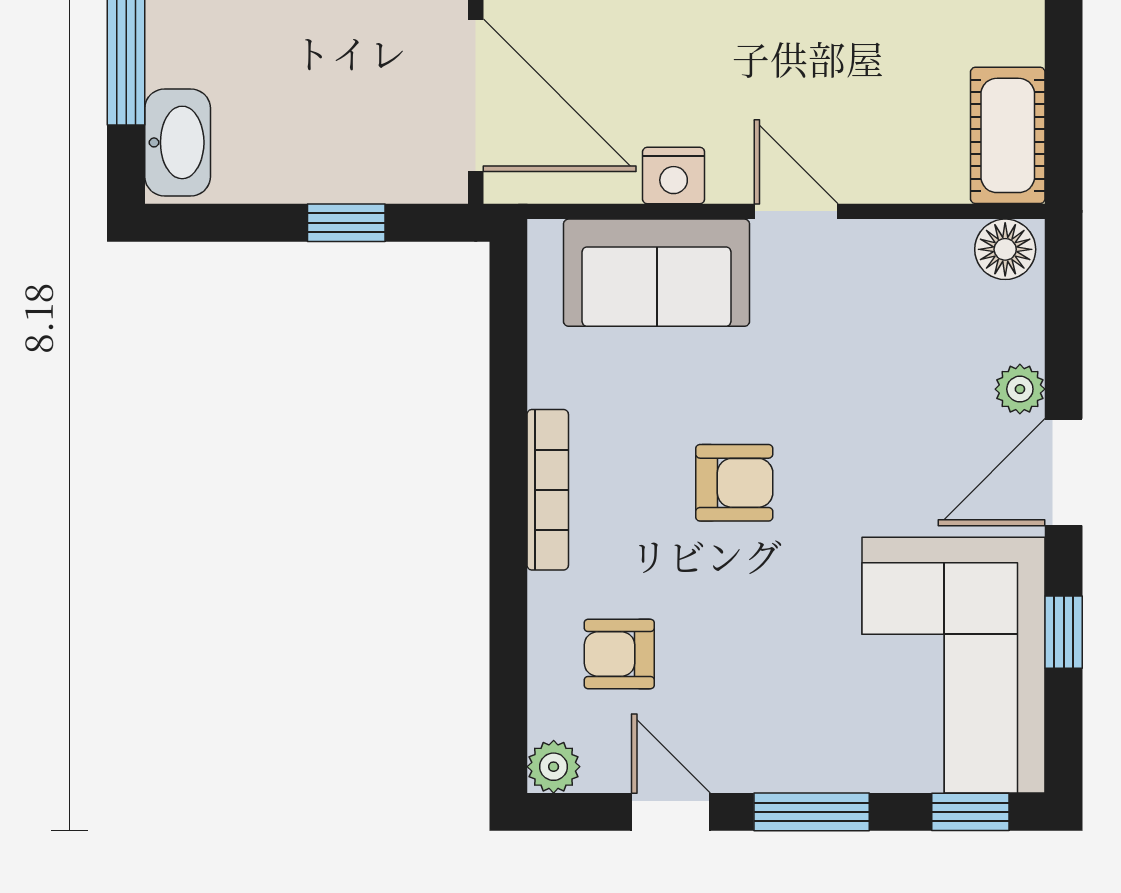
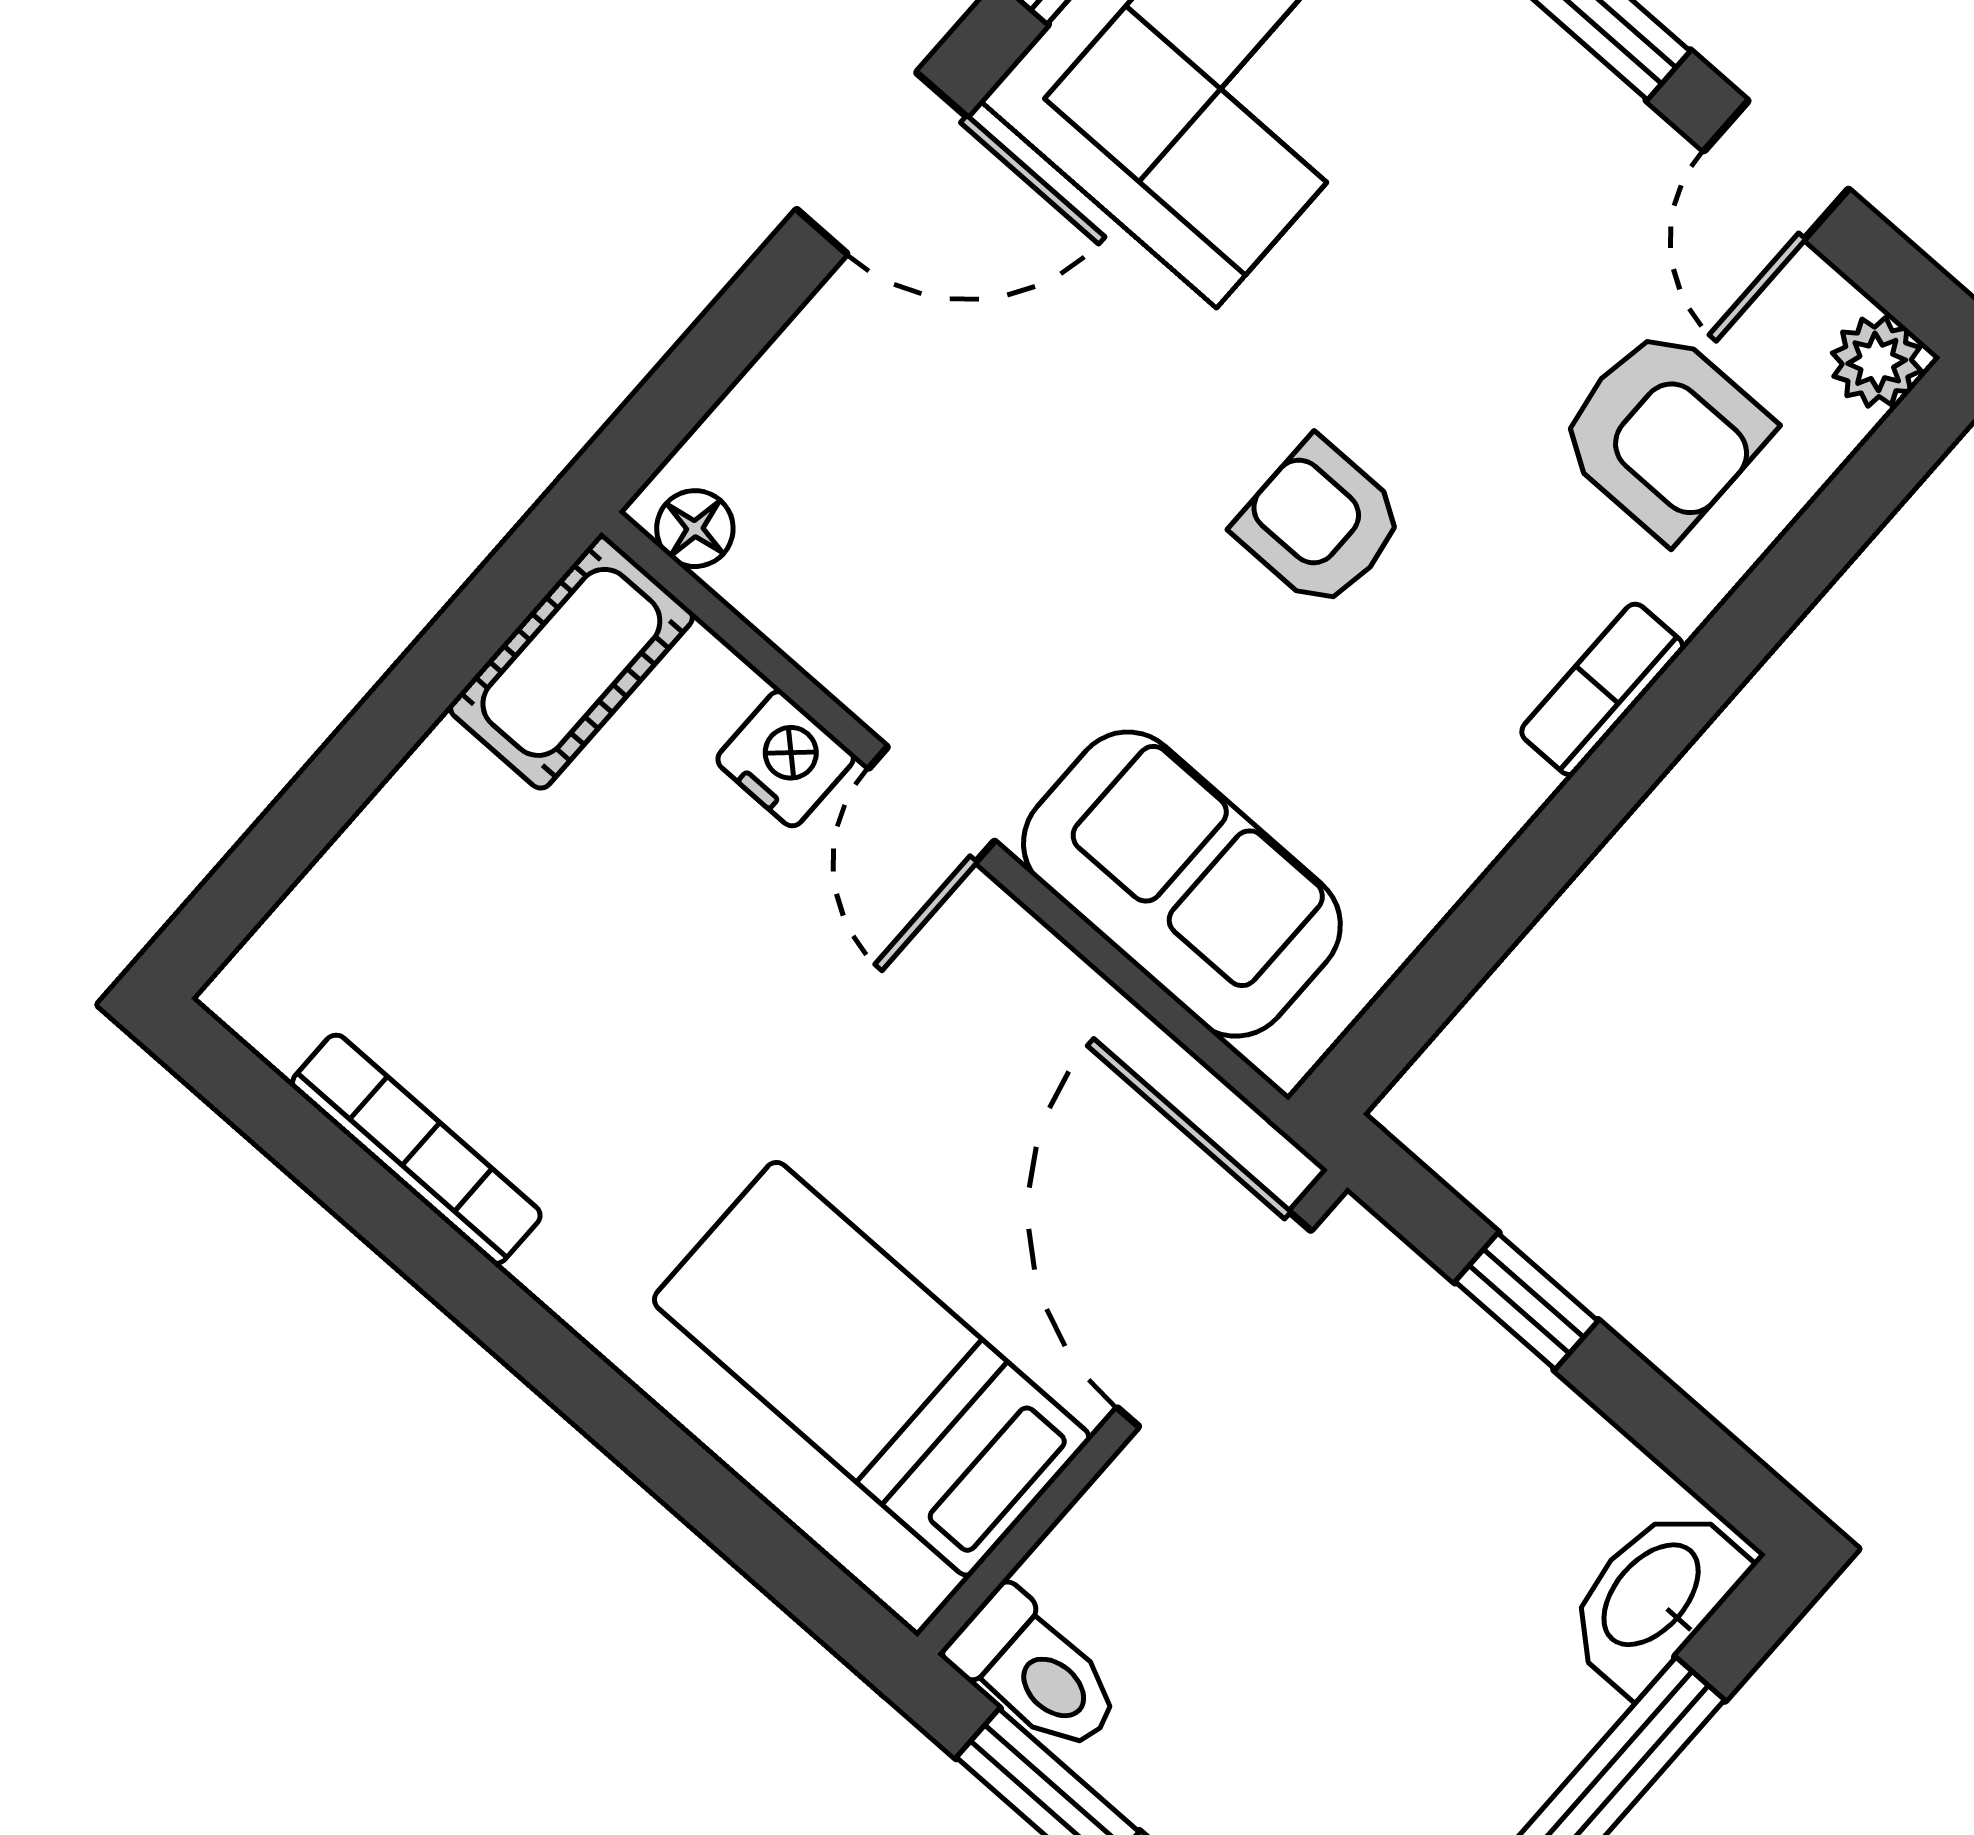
nightstand: (674, 176) -> (786, 759), moved
floor lamp: (1005, 249) -> (695, 529), width x0.73, depth x0.73
plant: (1020, 389) -> (844, 320), removed
bookcase: (548, 490) -> (1602, 689), width x0.64
armchair: (619, 654) -> (1664, 433), width x1.38, depth x1.38

